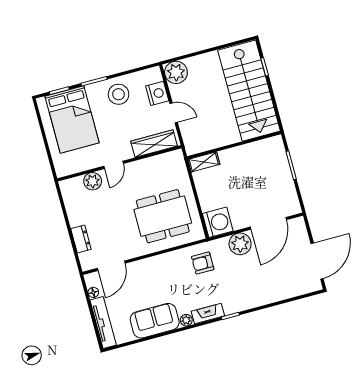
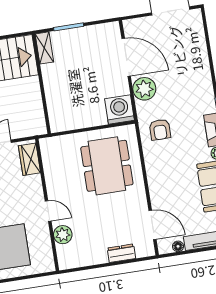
wardrobe: (154, 144) -> (29, 159), width x0.67
shelving: (204, 162) -> (44, 48), moved

